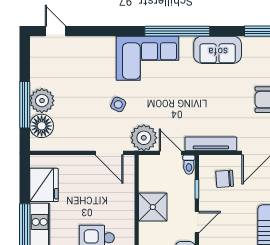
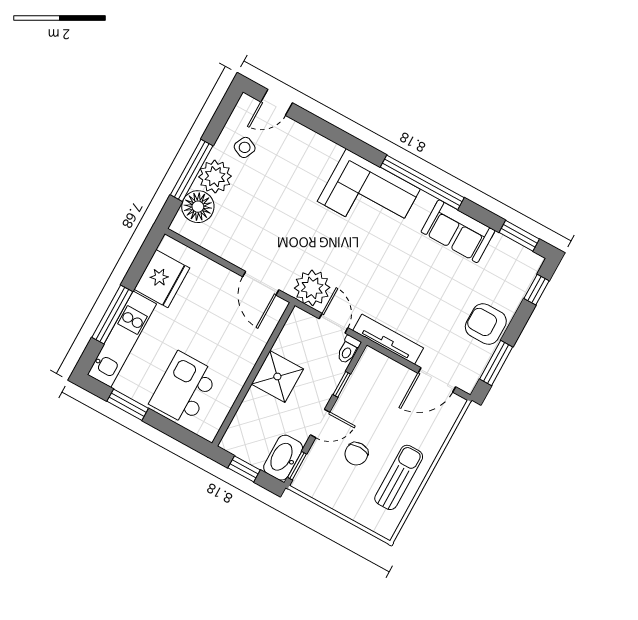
door: (55, 31) -> (277, 102), swing flipped
side table: (118, 104) -> (245, 147), moved
chair: (225, 179) -> (356, 454), moved, turned -86

